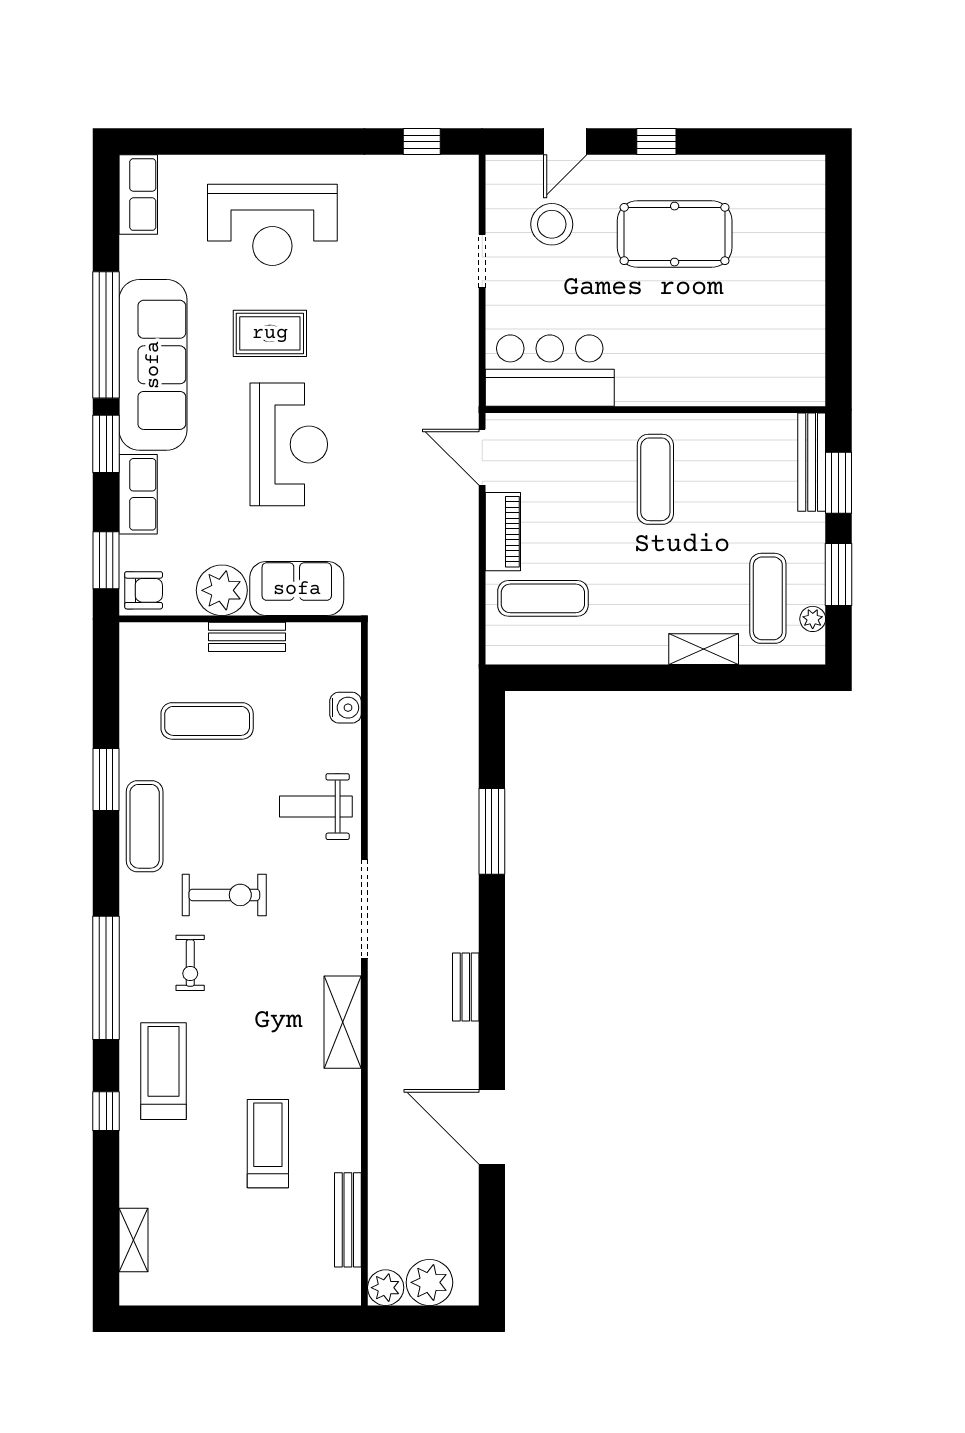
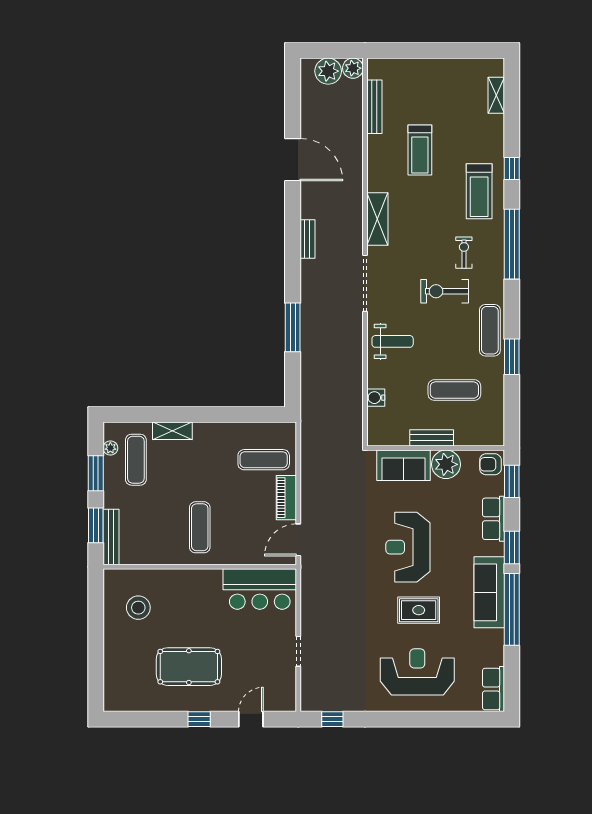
stool: (552, 224) -> (138, 608), moved
sofa: (153, 365) -> (489, 592), width x0.74, depth x0.79
door: (482, 457) -> (298, 540), swing flipped

